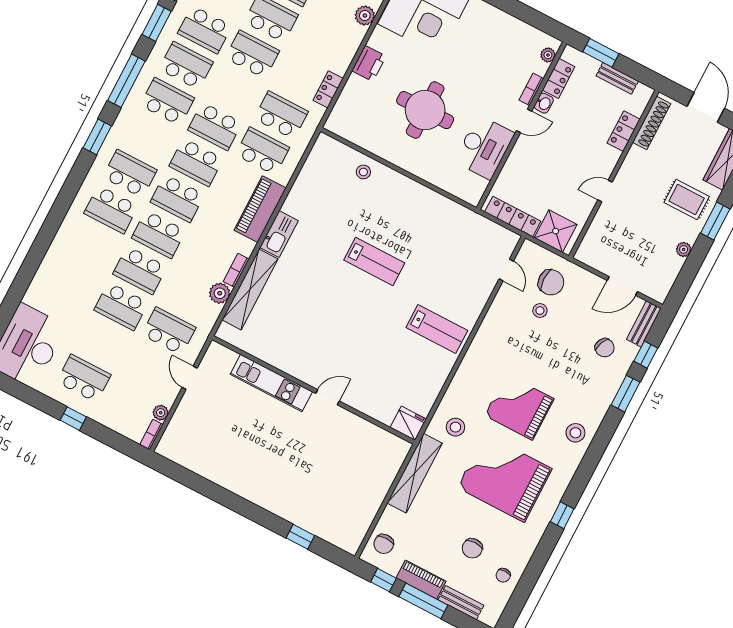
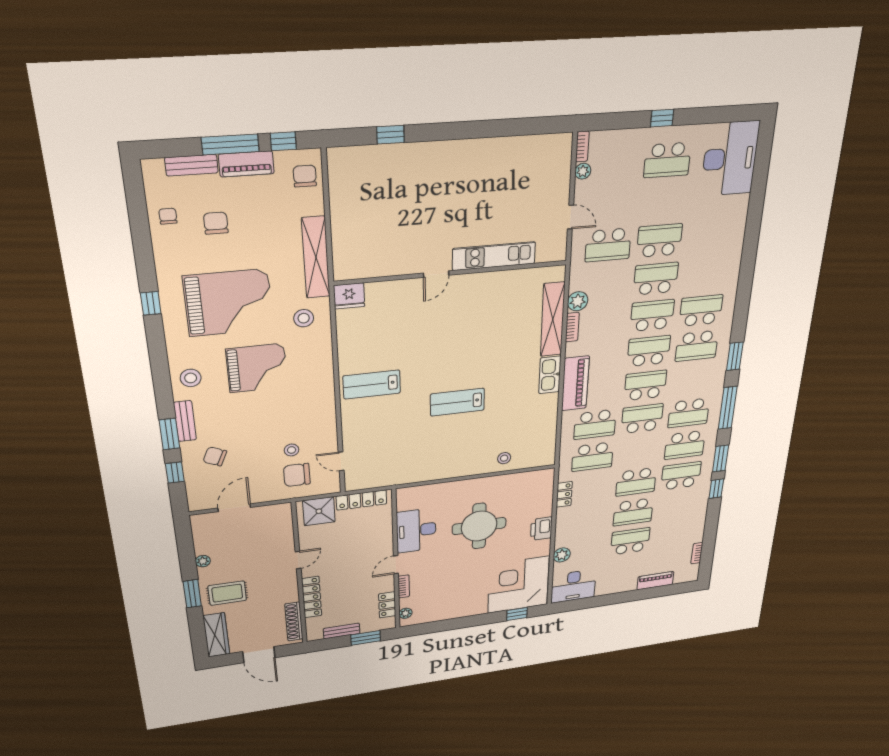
washbasin: (544, 103) -> (388, 584), removed
locker: (624, 131) -> (312, 597), width x1.53
bench: (644, 324) -> (185, 421), moved

